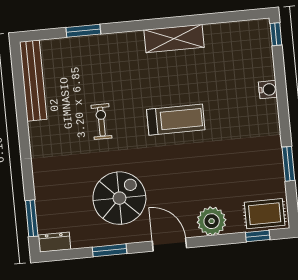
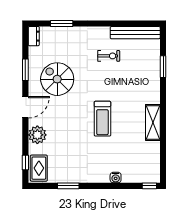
exercise bike: (101, 122) -> (109, 56), moved
spiral stairs: (119, 198) -> (57, 79), turned 180
window: (32, 218) -> (62, 23), moved

